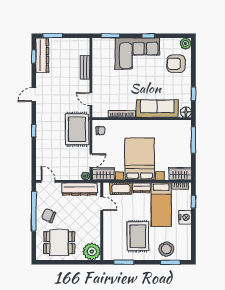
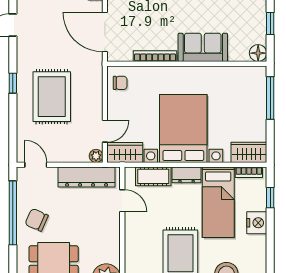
door: (91, 99) -> (105, 32), width x1.88
sofa: (157, 109) -> (203, 47), width x0.73
rug: (77, 129) -> (52, 97), moved

